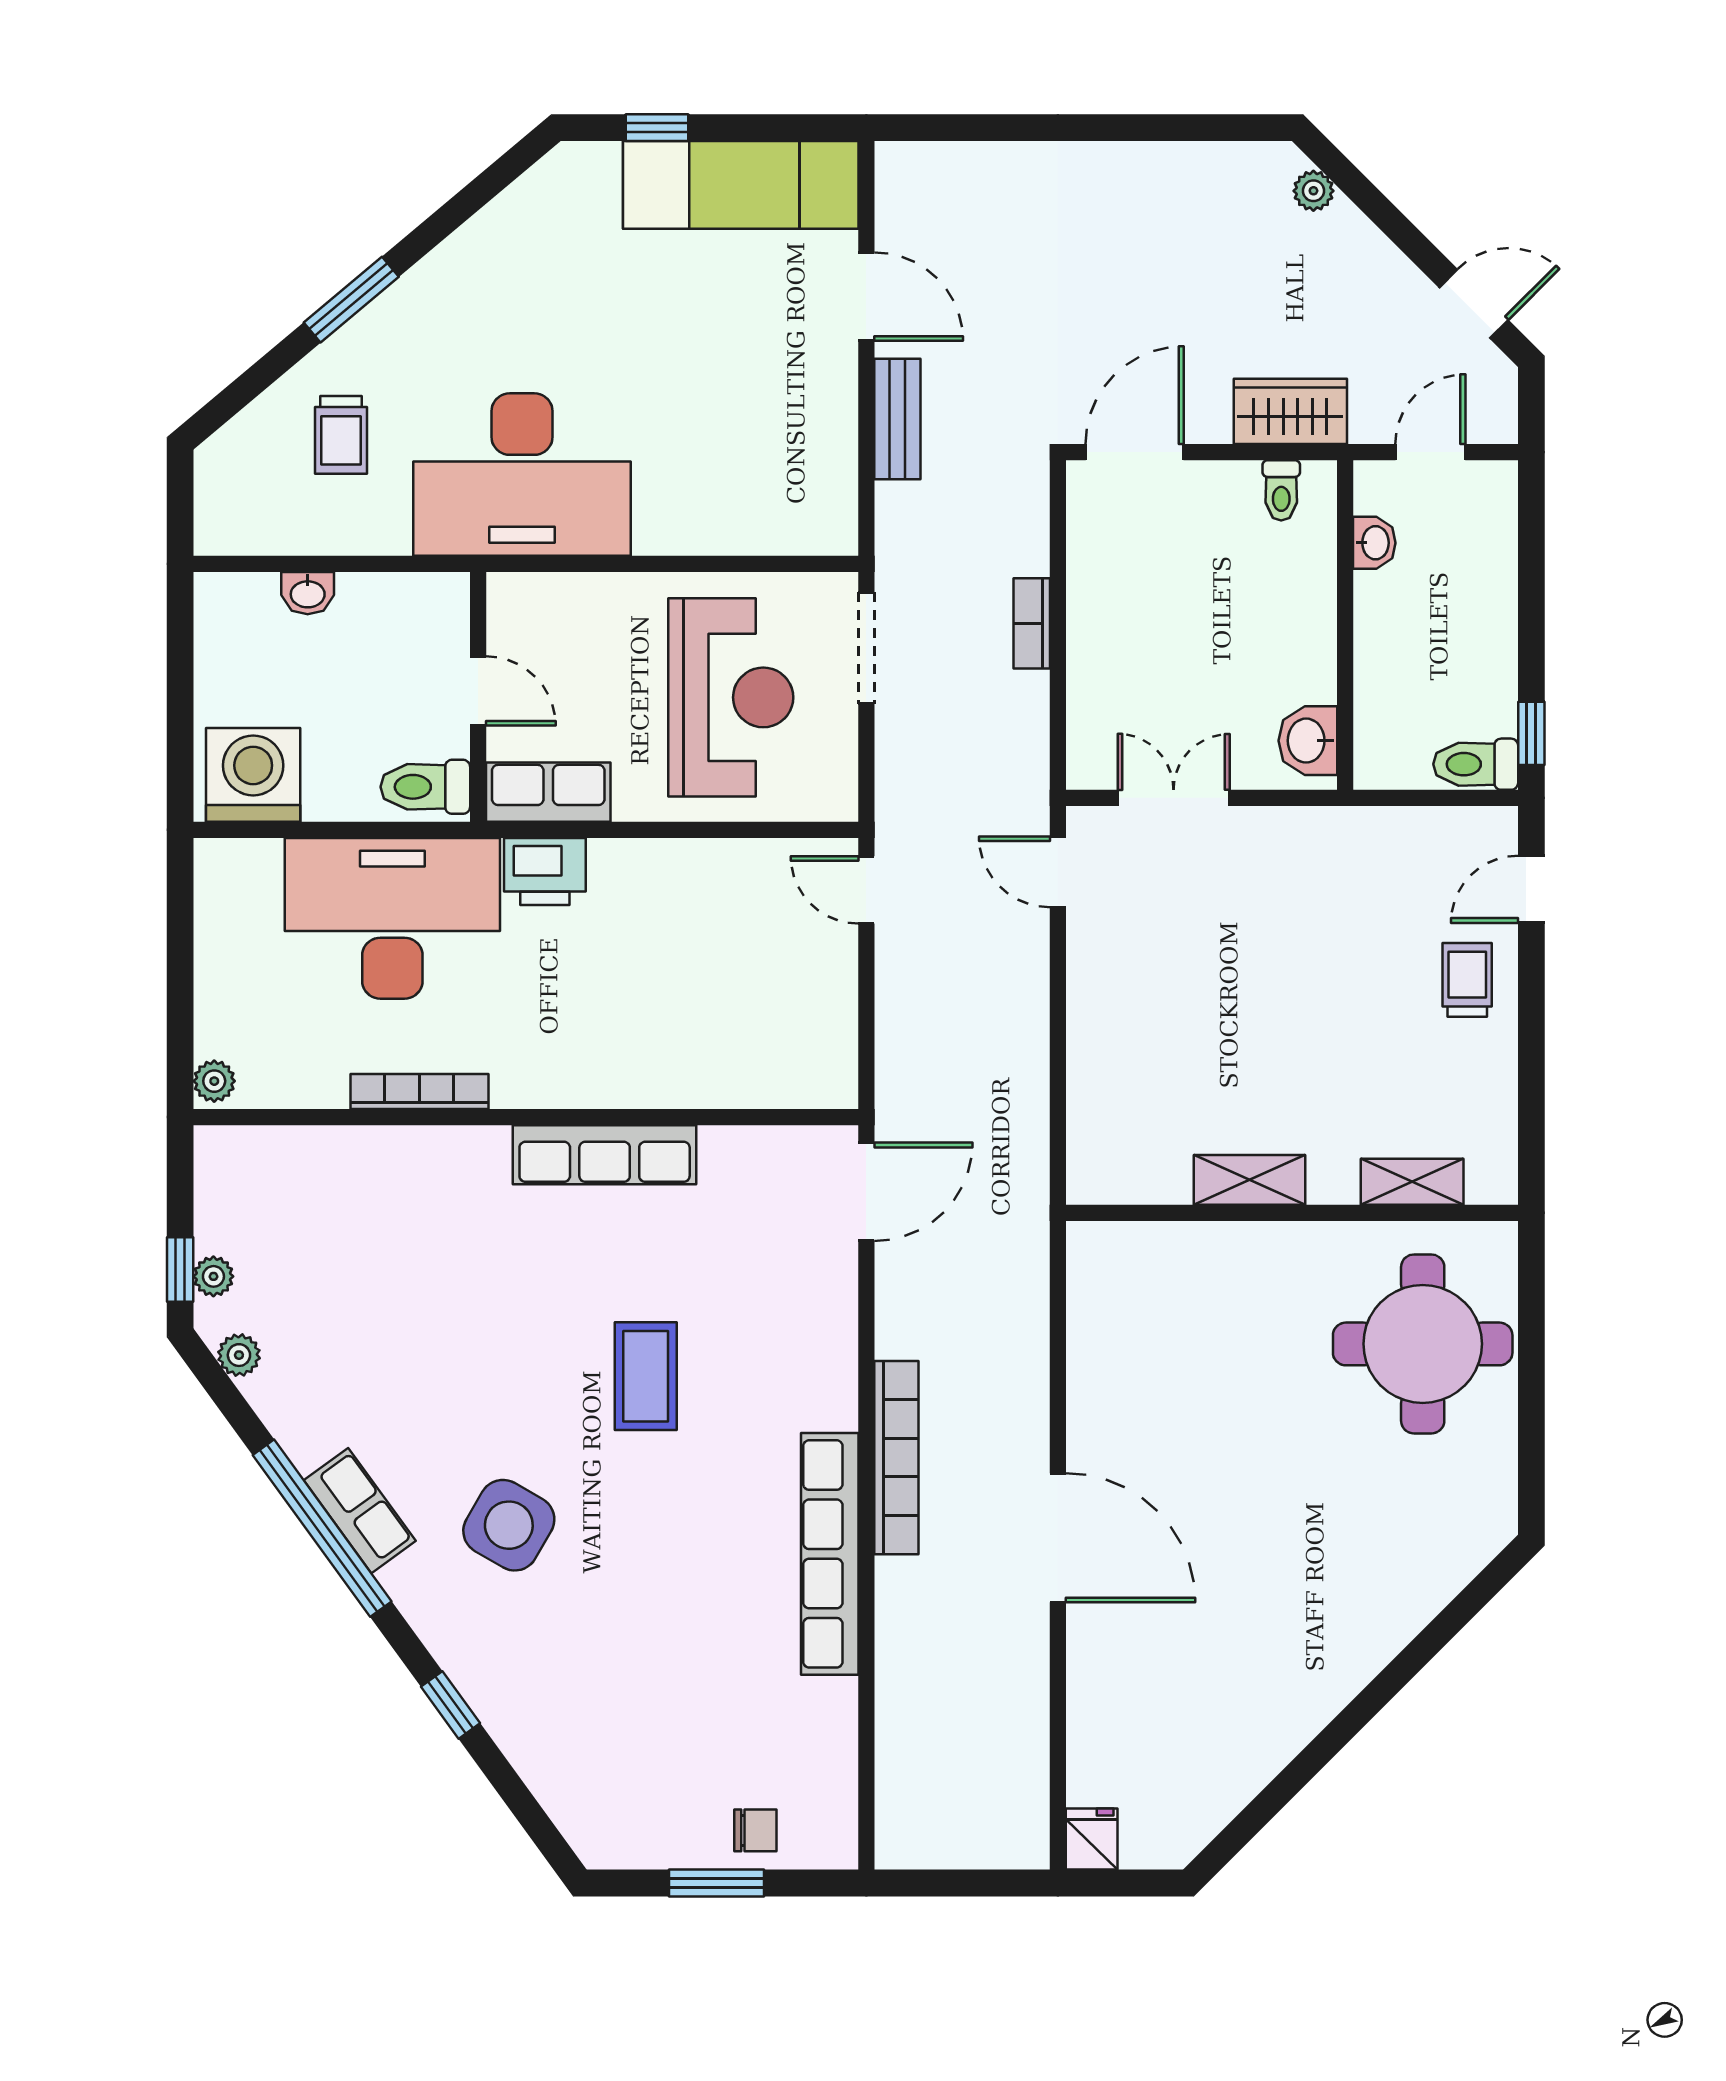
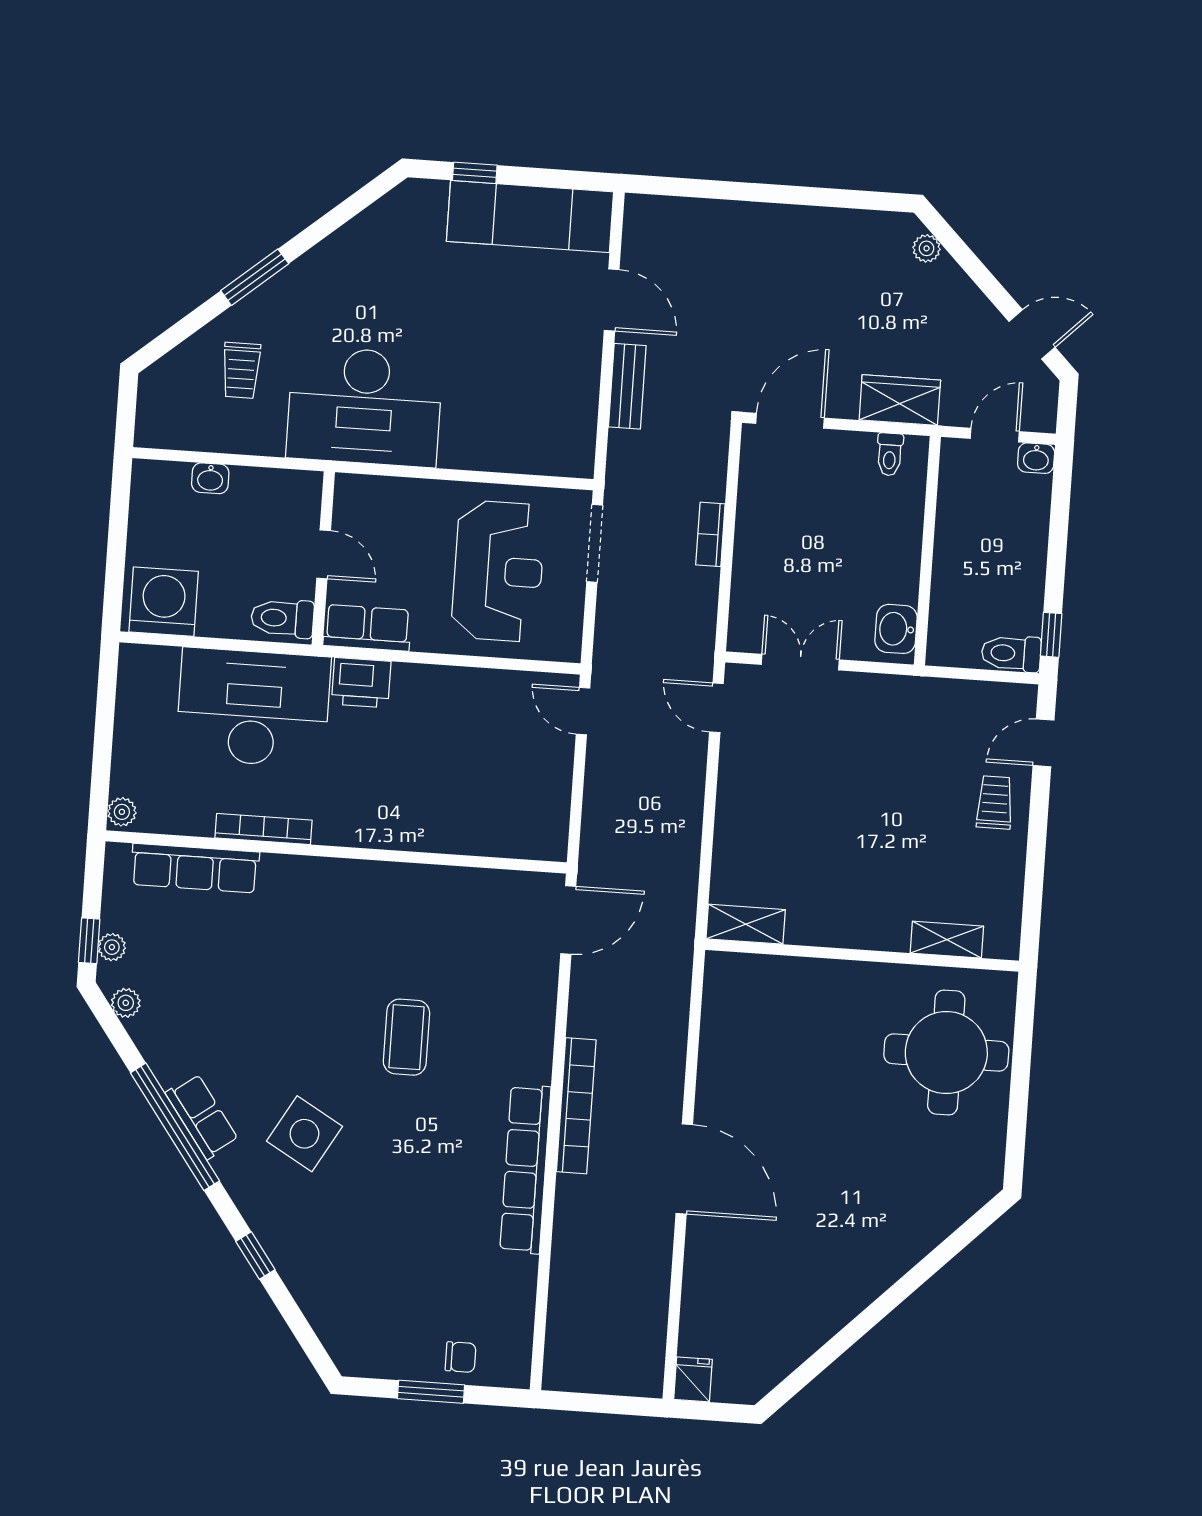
washbasin: (1374, 543) -> (1036, 458), moved, turned 90
row of seats: (605, 1155) -> (195, 868), moved
shelving: (1250, 1180) -> (746, 924), moved

